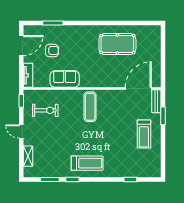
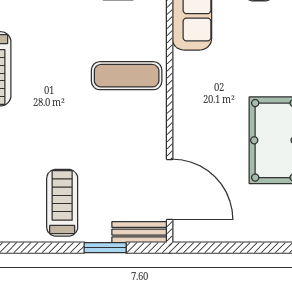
treadmill: (144, 134) -> (62, 203), turned 90

